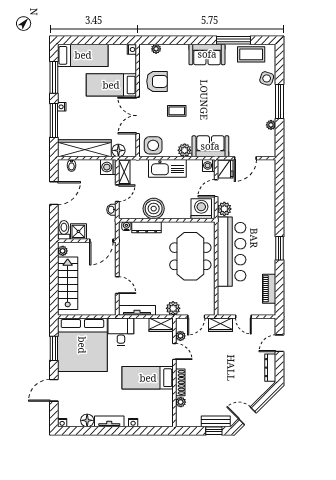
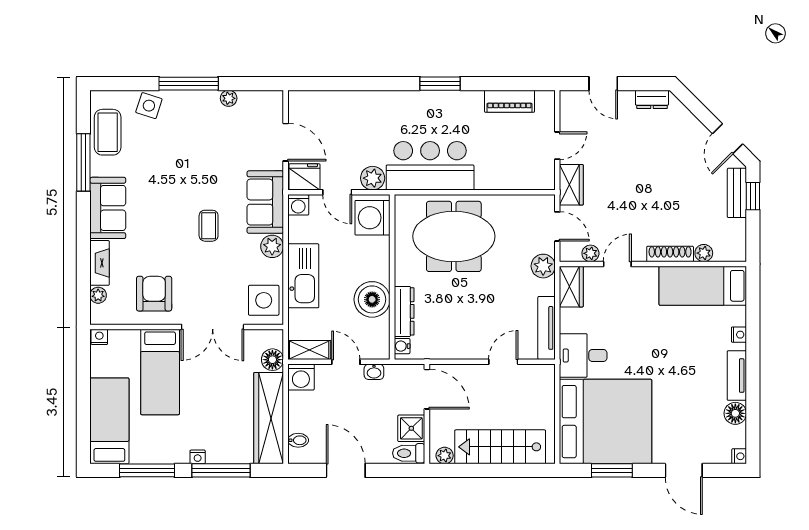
fireplace: (175, 50) -> (100, 263), added
coffee table: (177, 111) -> (209, 226), moved
bar counter: (232, 252) -> (430, 166), width x0.73
dresser: (270, 368) -> (652, 99), width x0.70
bed: (148, 378) -> (703, 286), moved, turned 90

